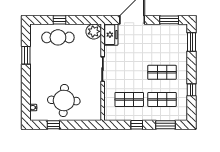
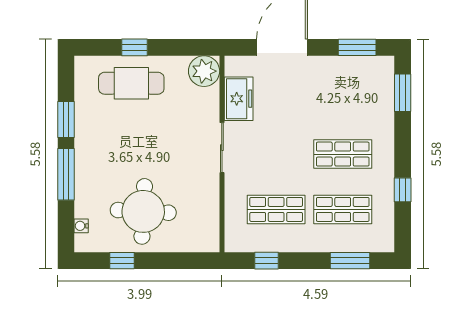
freezer: (111, 35) -> (239, 99), moved
window: (26, 82) -> (66, 174), added
window: (137, 125) -> (267, 261), moved

